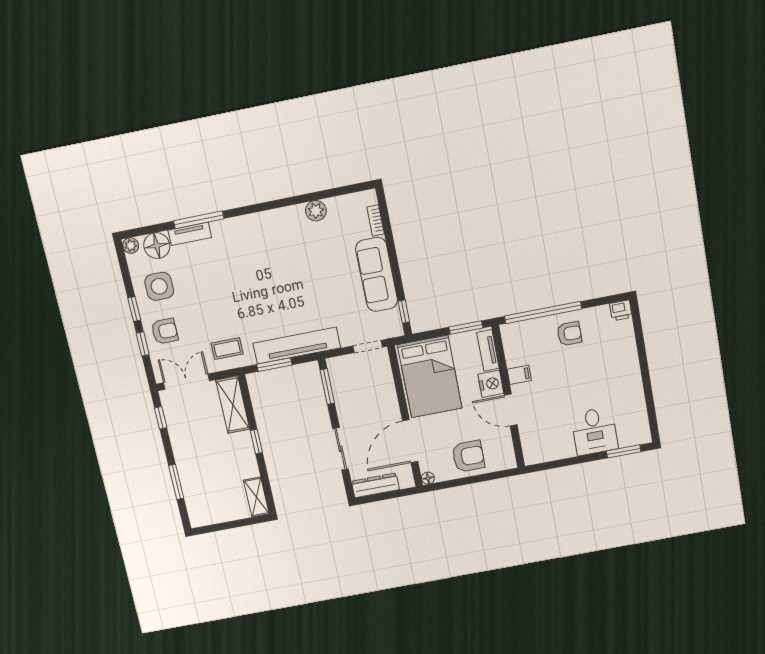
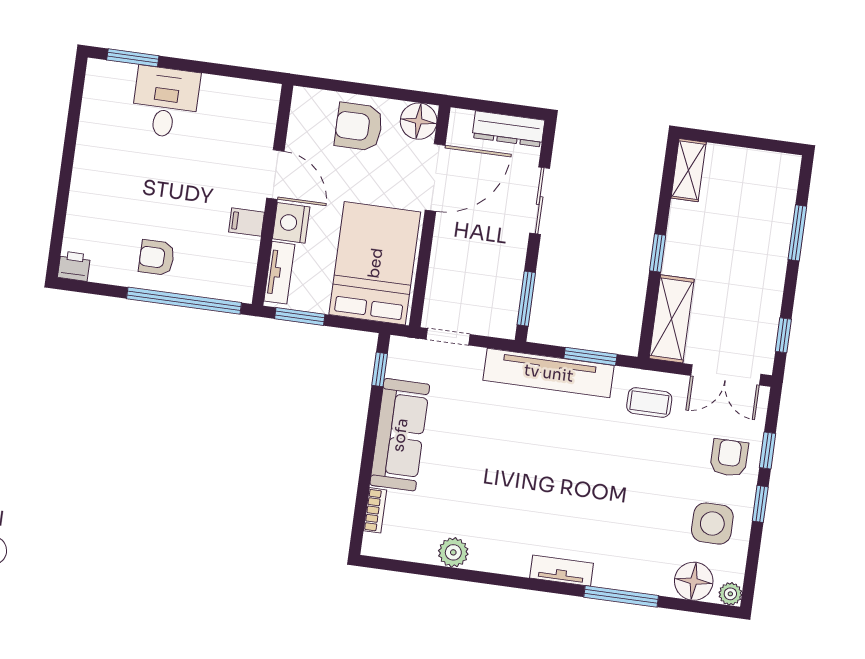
tv unit: (190, 234) -> (562, 571), moved
armchair: (165, 331) -> (729, 458), turned 90
floor lamp: (428, 478) -> (419, 121), width x1.89, depth x1.89

